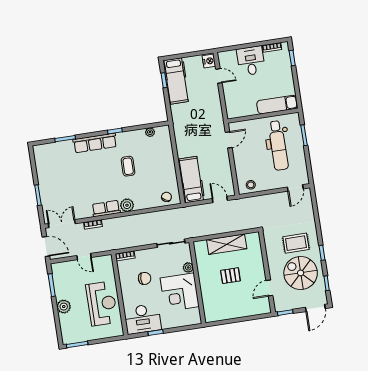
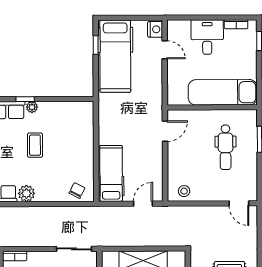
hospital bed: (176, 81) -> (115, 56), width x1.37, depth x1.29
exam couch: (277, 105) -> (223, 92), width x1.36, depth x1.45
plant: (150, 132) -> (32, 107), moved
dental chair: (278, 145) -> (226, 147), width x0.73, depth x0.72
door: (295, 188) -> (239, 203), hinge flipped
door: (220, 199) -> (143, 204), hinge flipped

